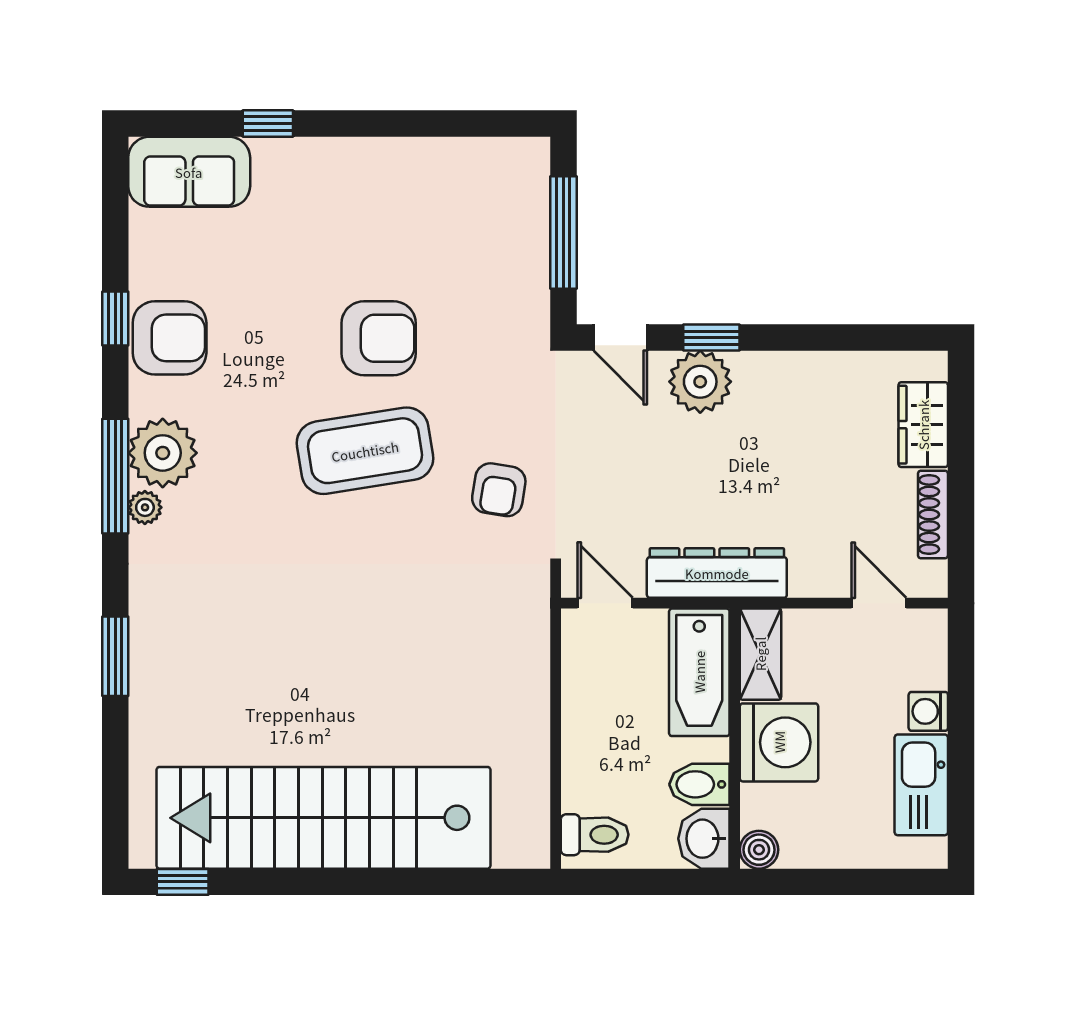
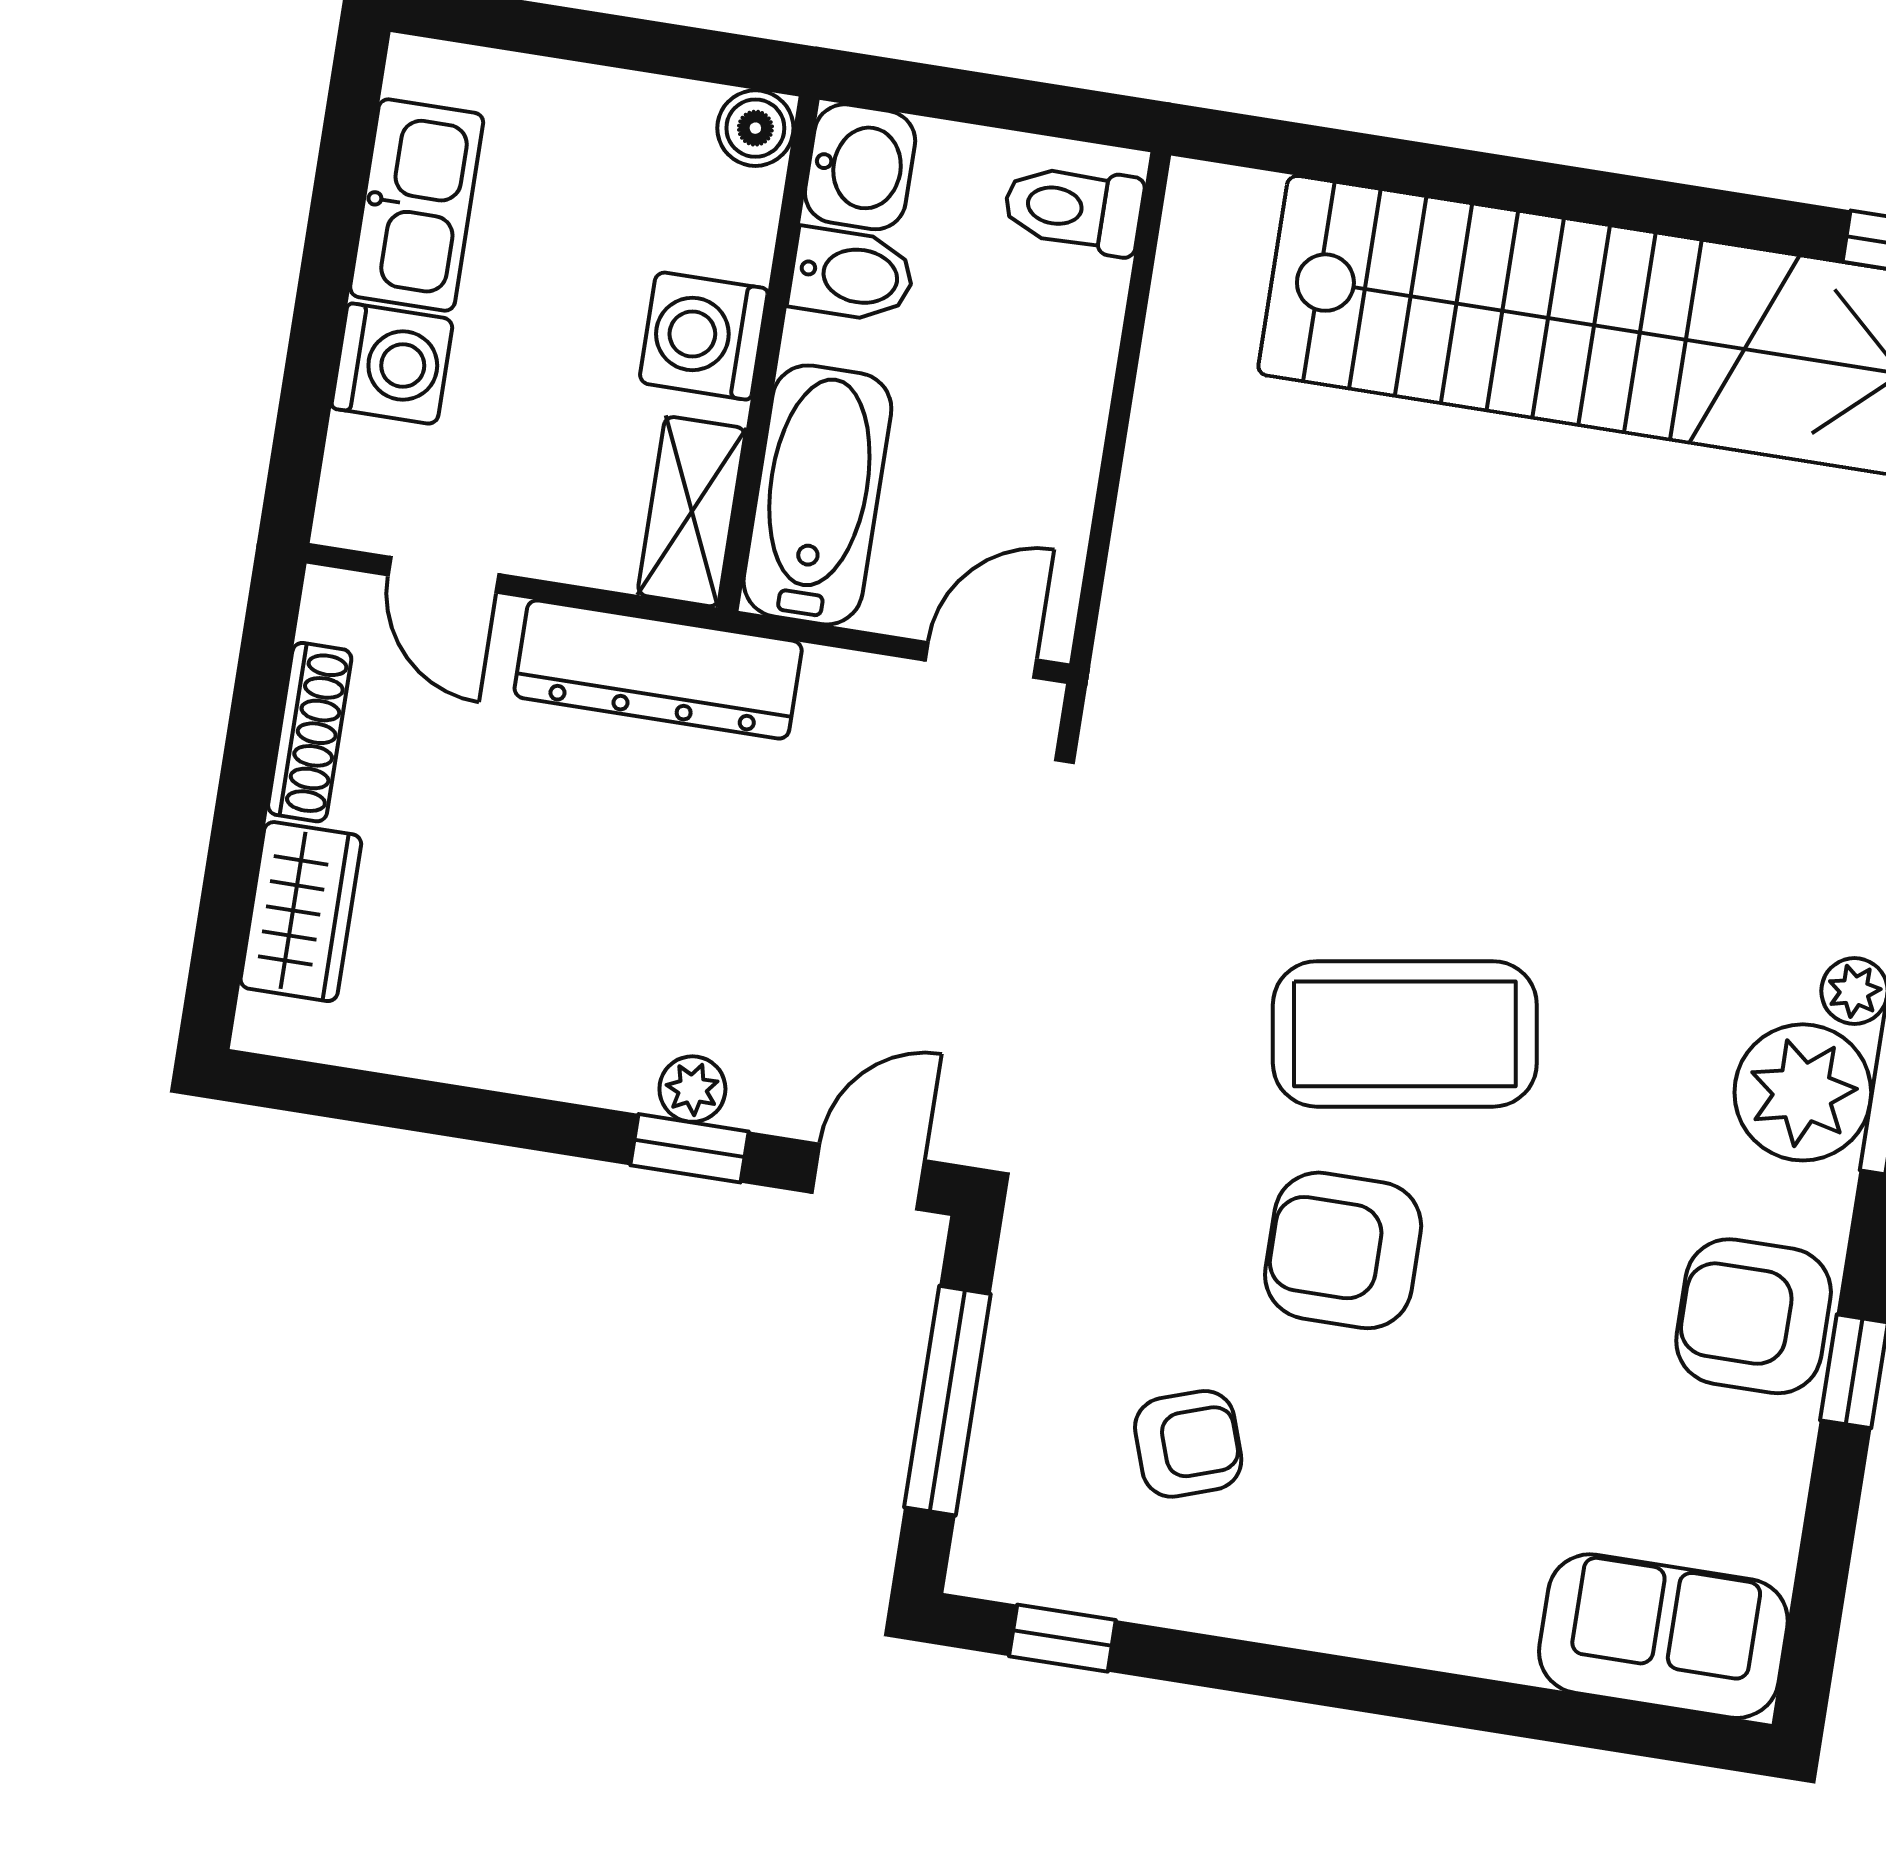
window: (268, 124) -> (1062, 1638), moved
door: (620, 338) -> (868, 1177), hinge flipped
plant: (700, 382) -> (692, 1089), width x0.53, depth x0.53
armchair: (499, 490) -> (1188, 1444), moved, turned 62
dresser: (717, 573) -> (658, 669), moved
door: (605, 603) -> (981, 660), swing flipped
washing machine: (928, 711) -> (392, 364), width x1.38, depth x1.38
washing machine: (779, 742) -> (704, 336), width x0.73, depth x0.73

